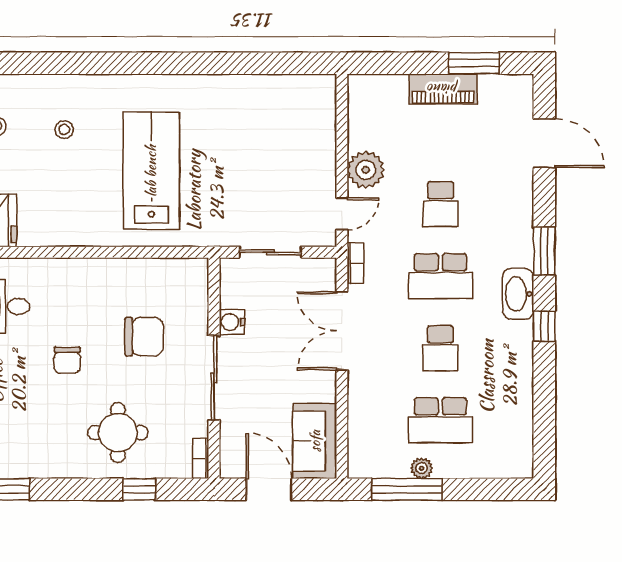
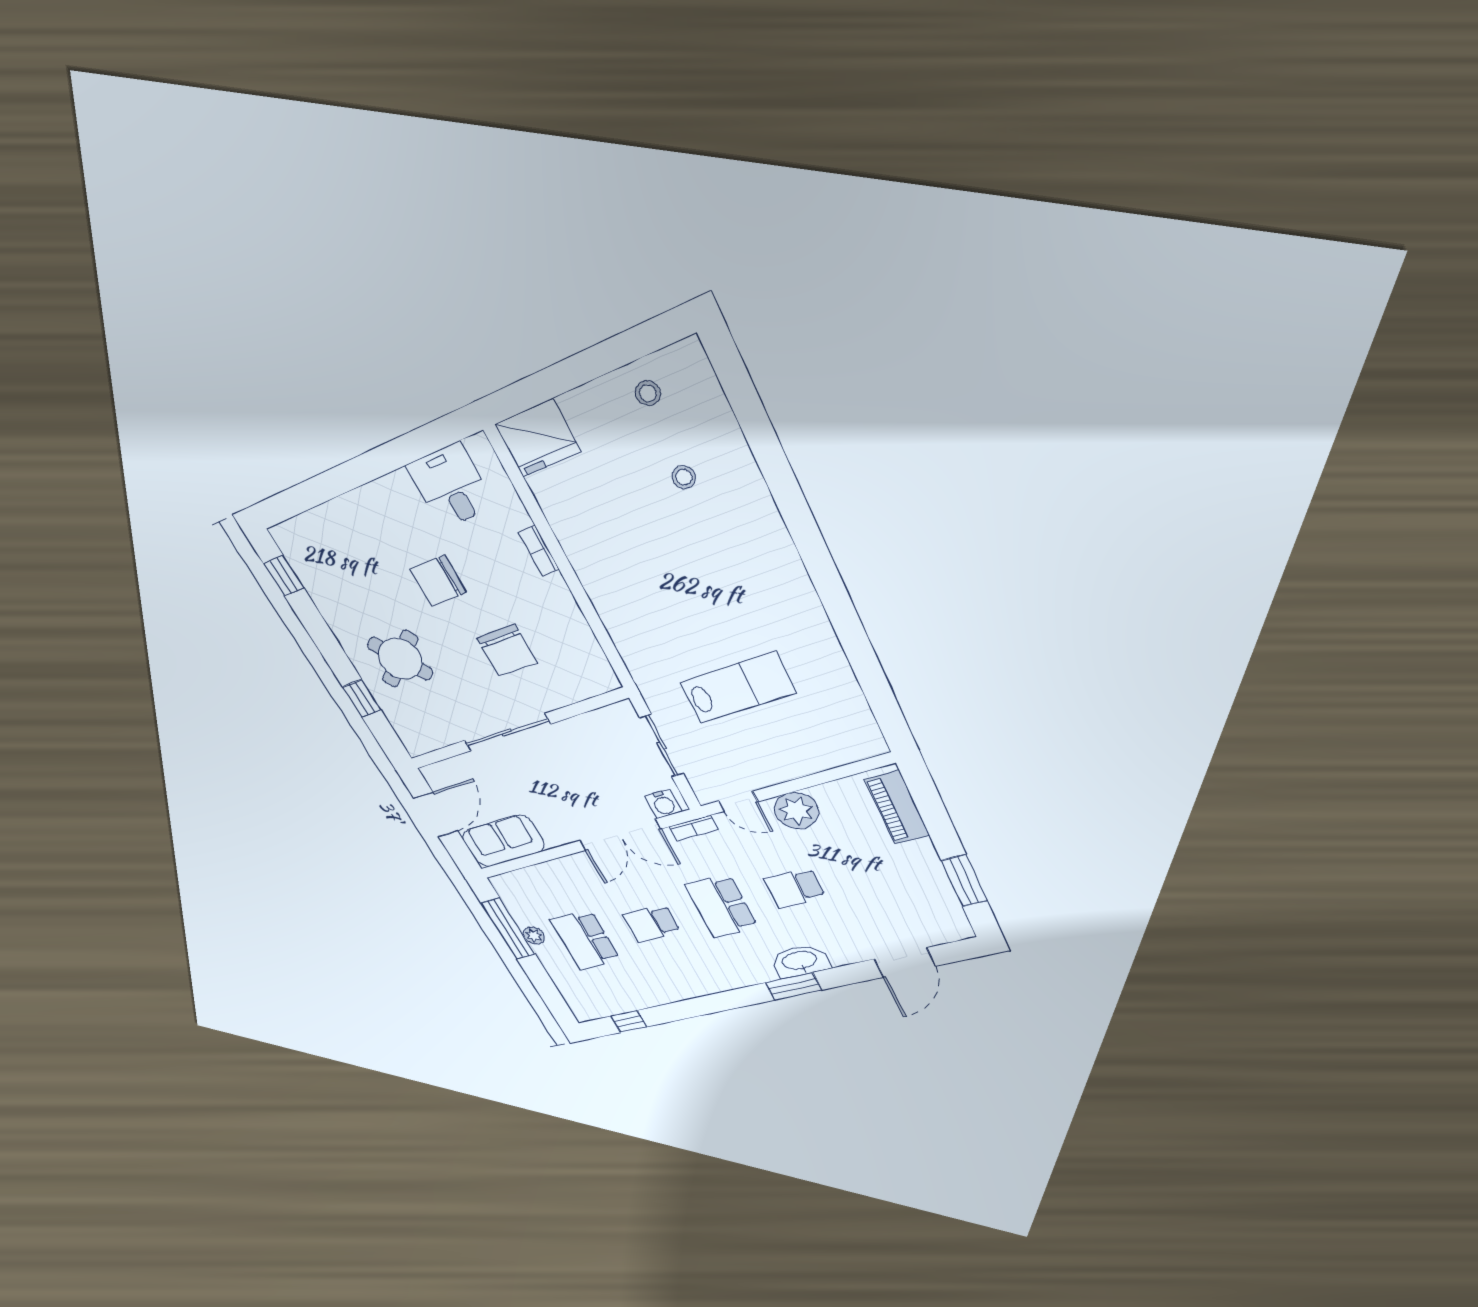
piano: (443, 89) -> (897, 808), moved
lab bench: (151, 171) -> (738, 688), moved, width x0.73, depth x0.72
washbasin: (518, 294) -> (800, 961), moved
water cooler: (232, 322) -> (663, 804), moved, turned 180
window: (544, 326) -> (629, 1022), moved
double door: (342, 331) -> (620, 835), swing flipped
chair: (67, 360) -> (438, 581), width x1.37, depth x1.37
round table: (118, 433) -> (400, 659), turned -37
bookcase: (201, 459) -> (539, 551), moved, turned -90

